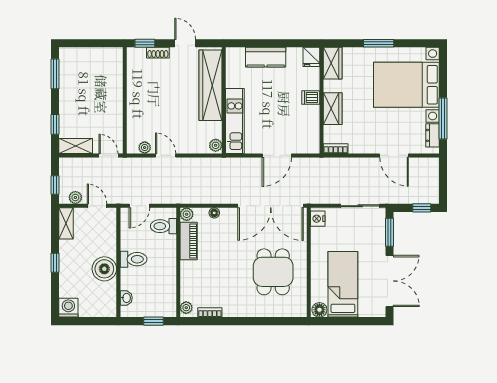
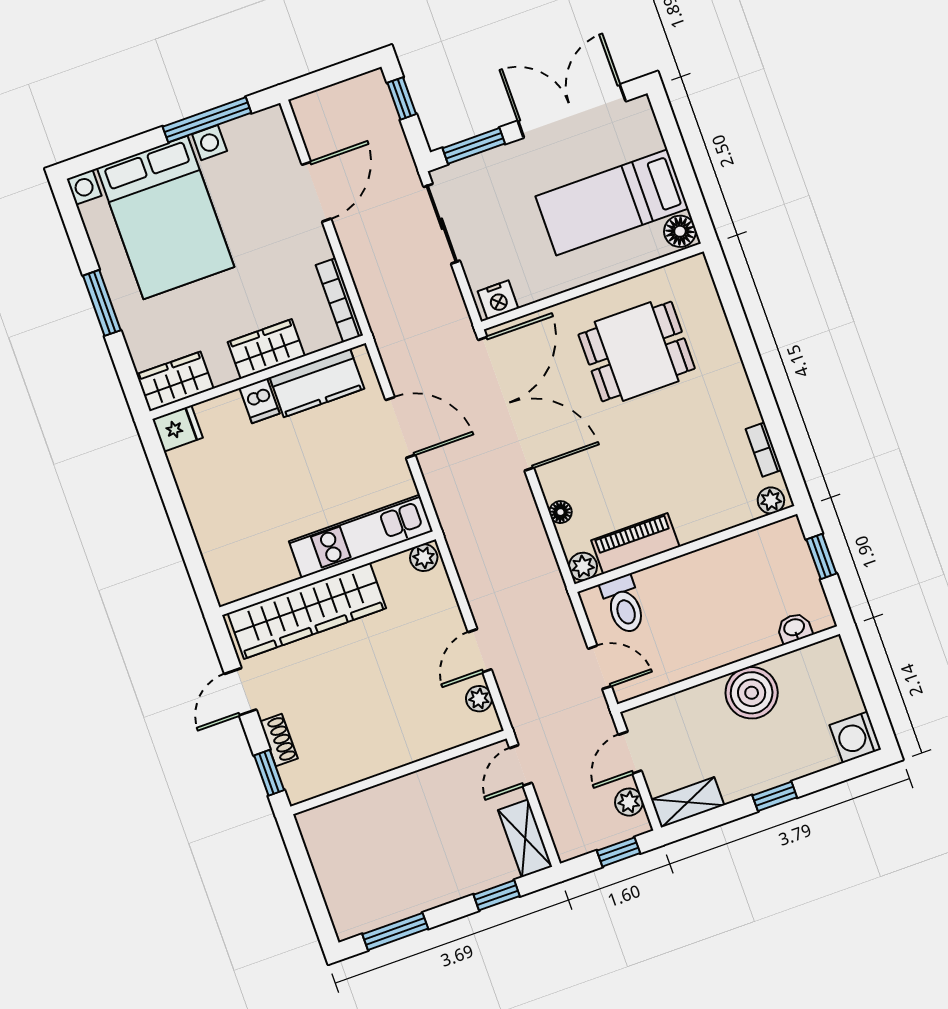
kitchen counter: (266, 57) -> (317, 383), moved, turned 90
dresser: (433, 135) -> (249, 129), removed
bookcase: (336, 149) -> (339, 300), width x1.56
toilet: (134, 259) -> (711, 641), removed

